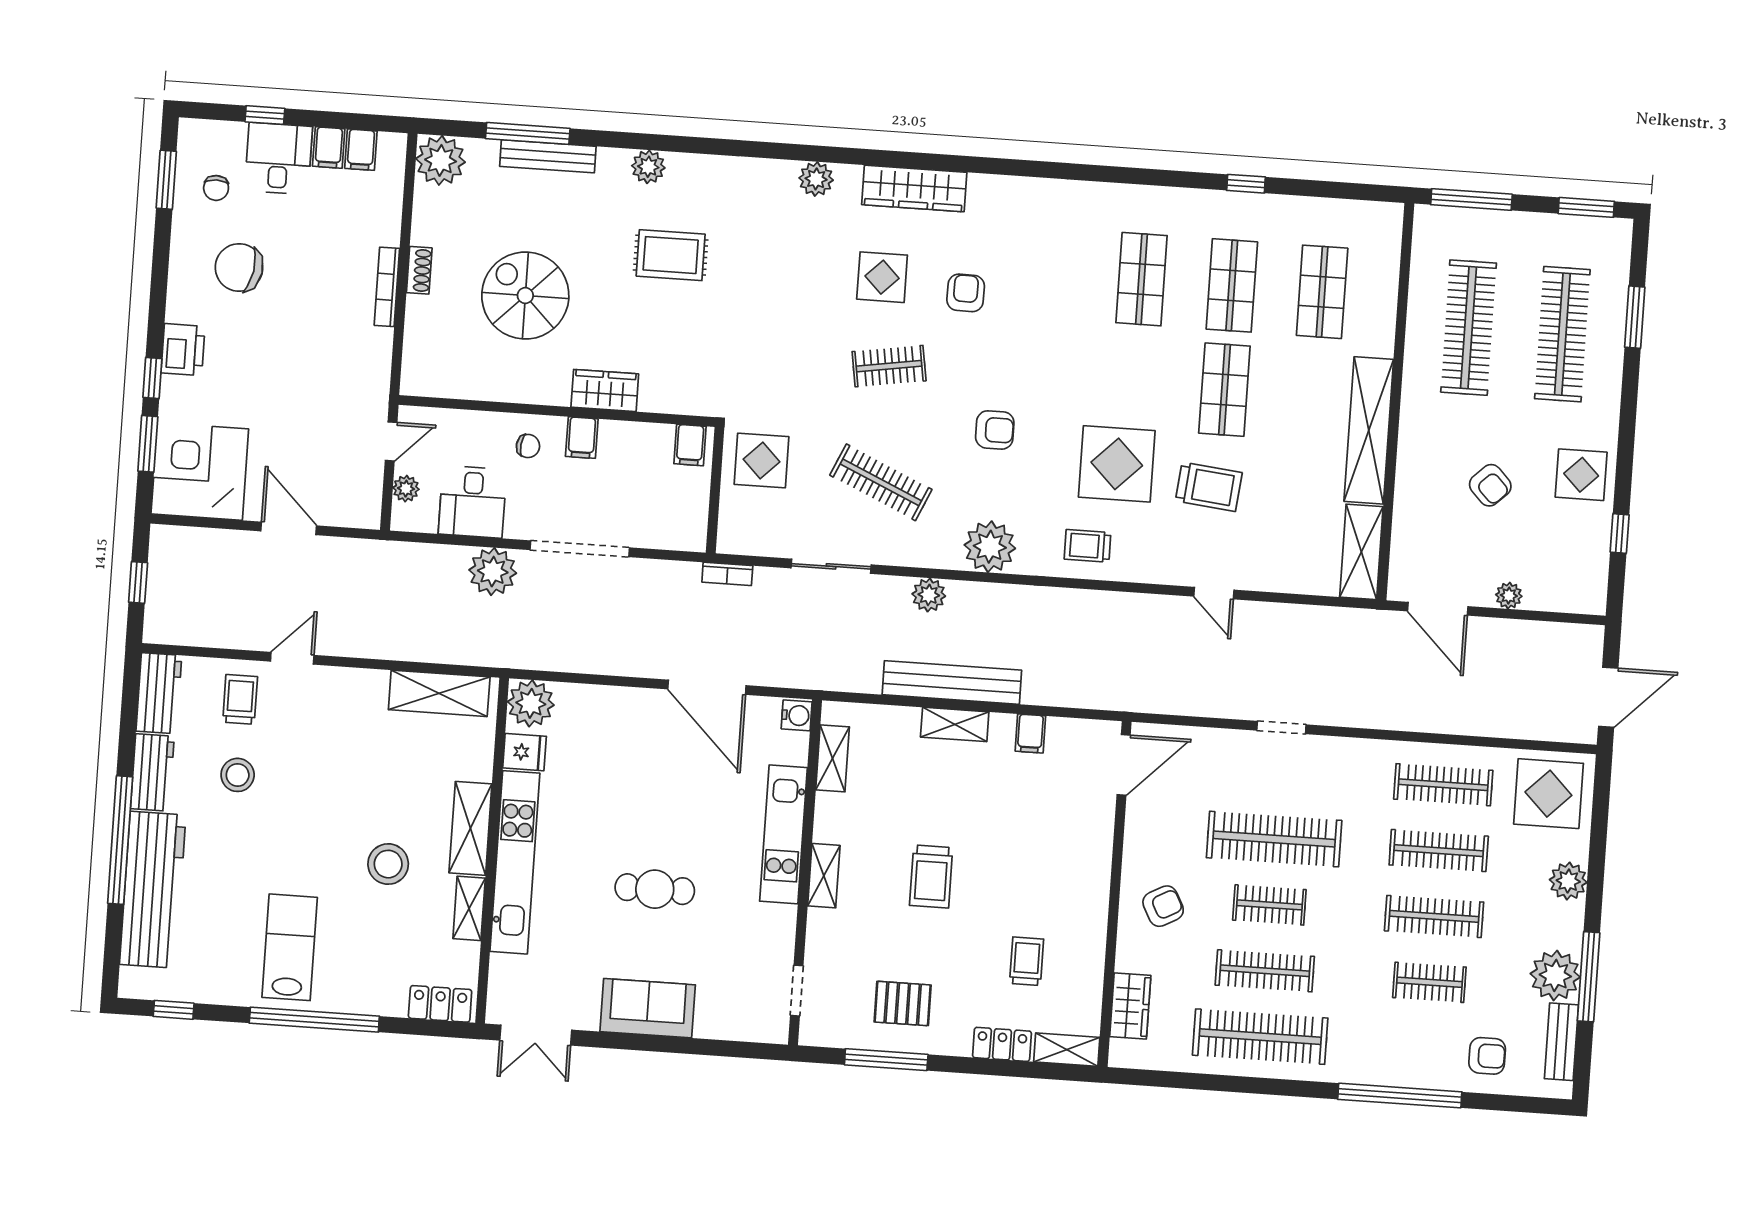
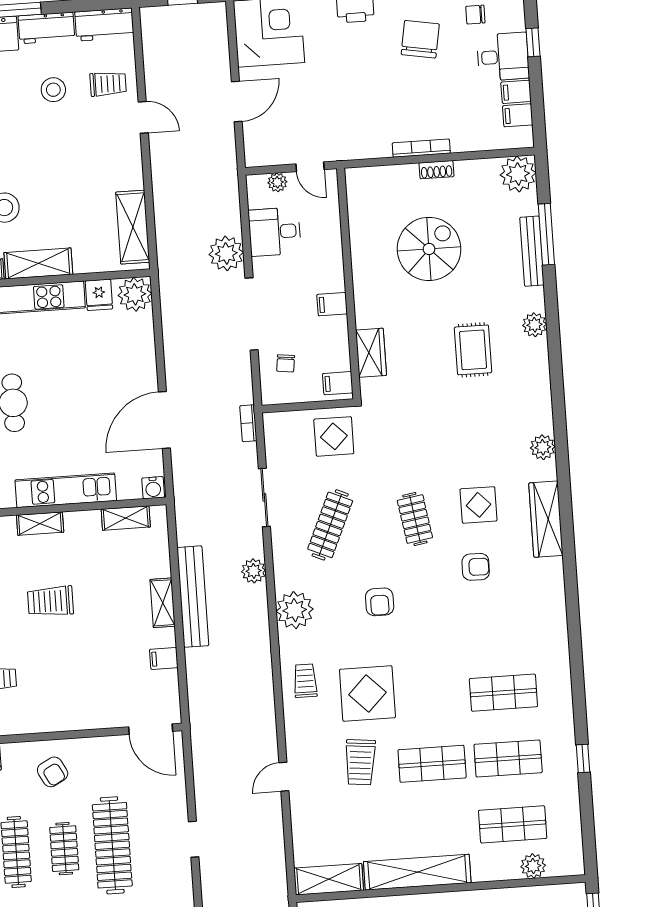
plant: (1382, 272) -> (533, 866), added
wardrobe: (605, 391) -> (371, 353), moved
chair: (528, 446) -> (286, 363), moved

